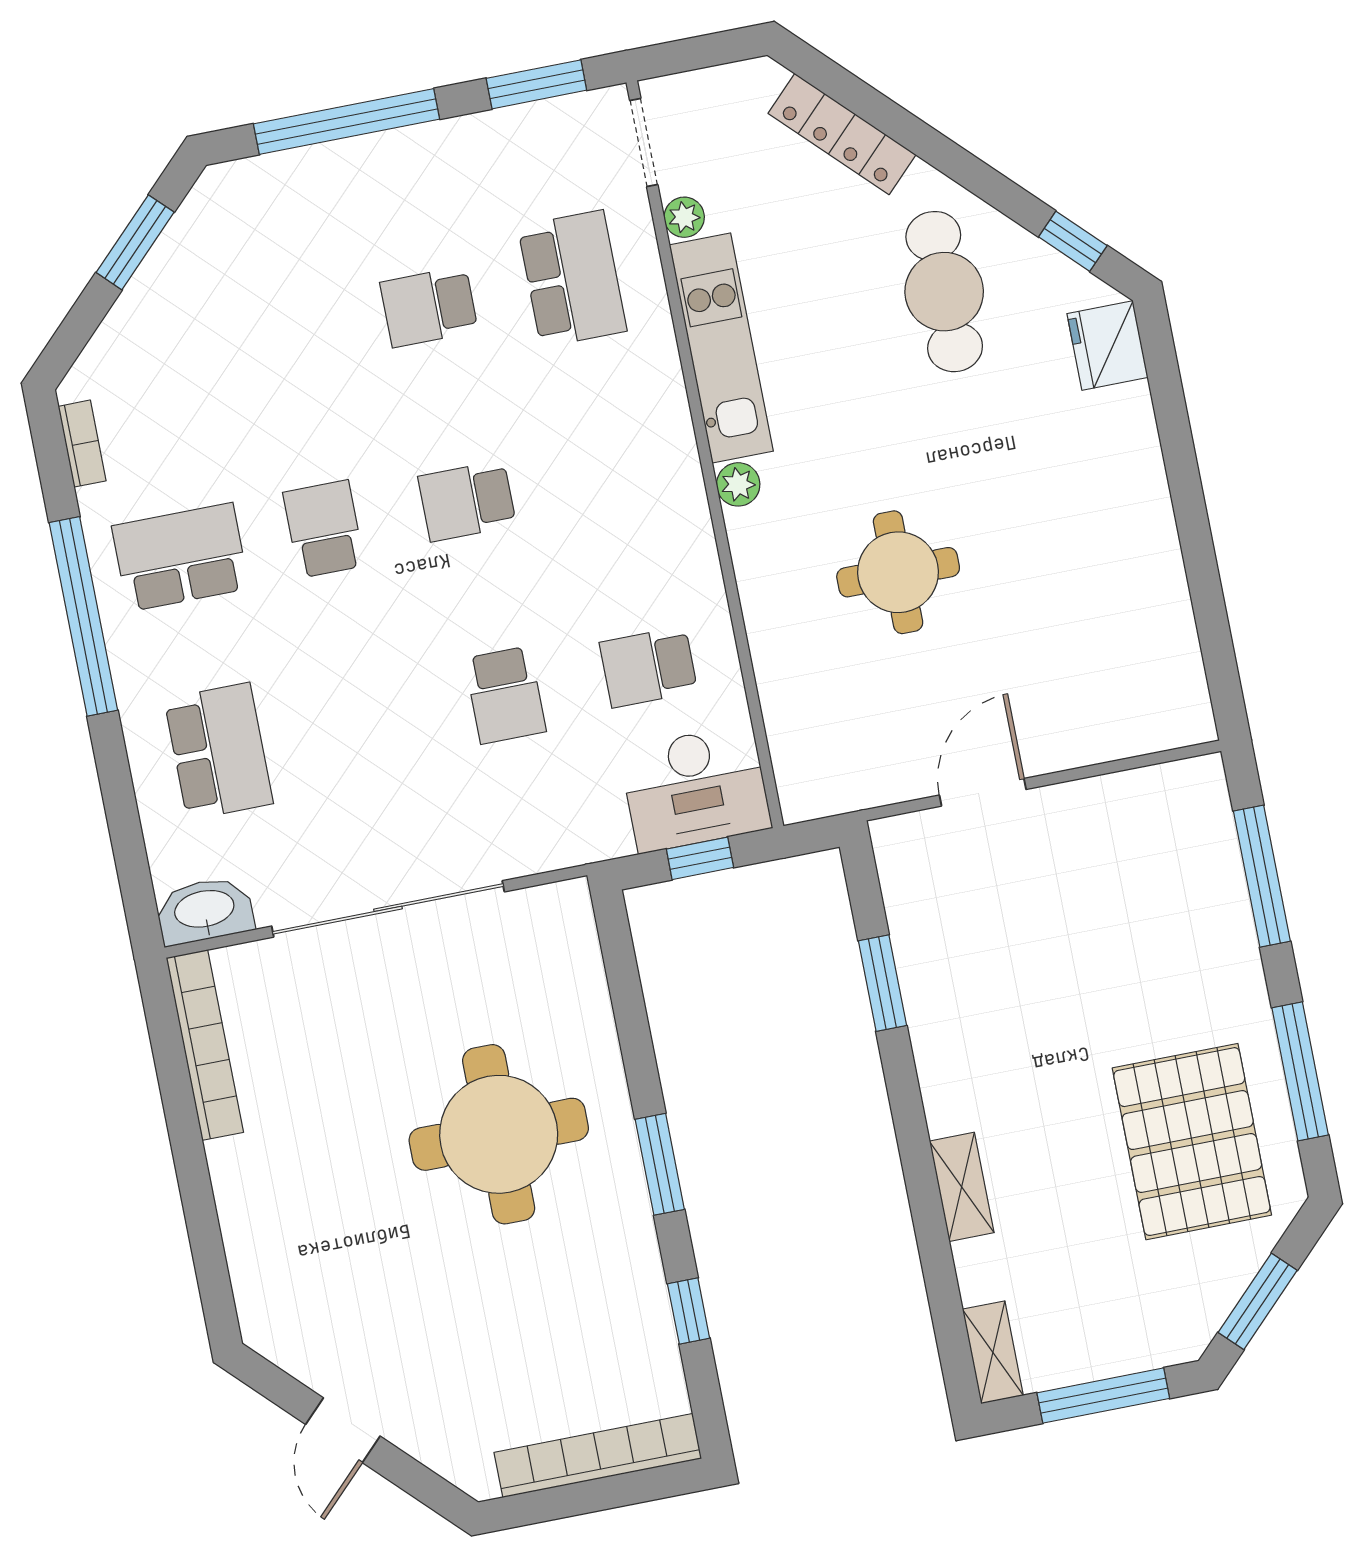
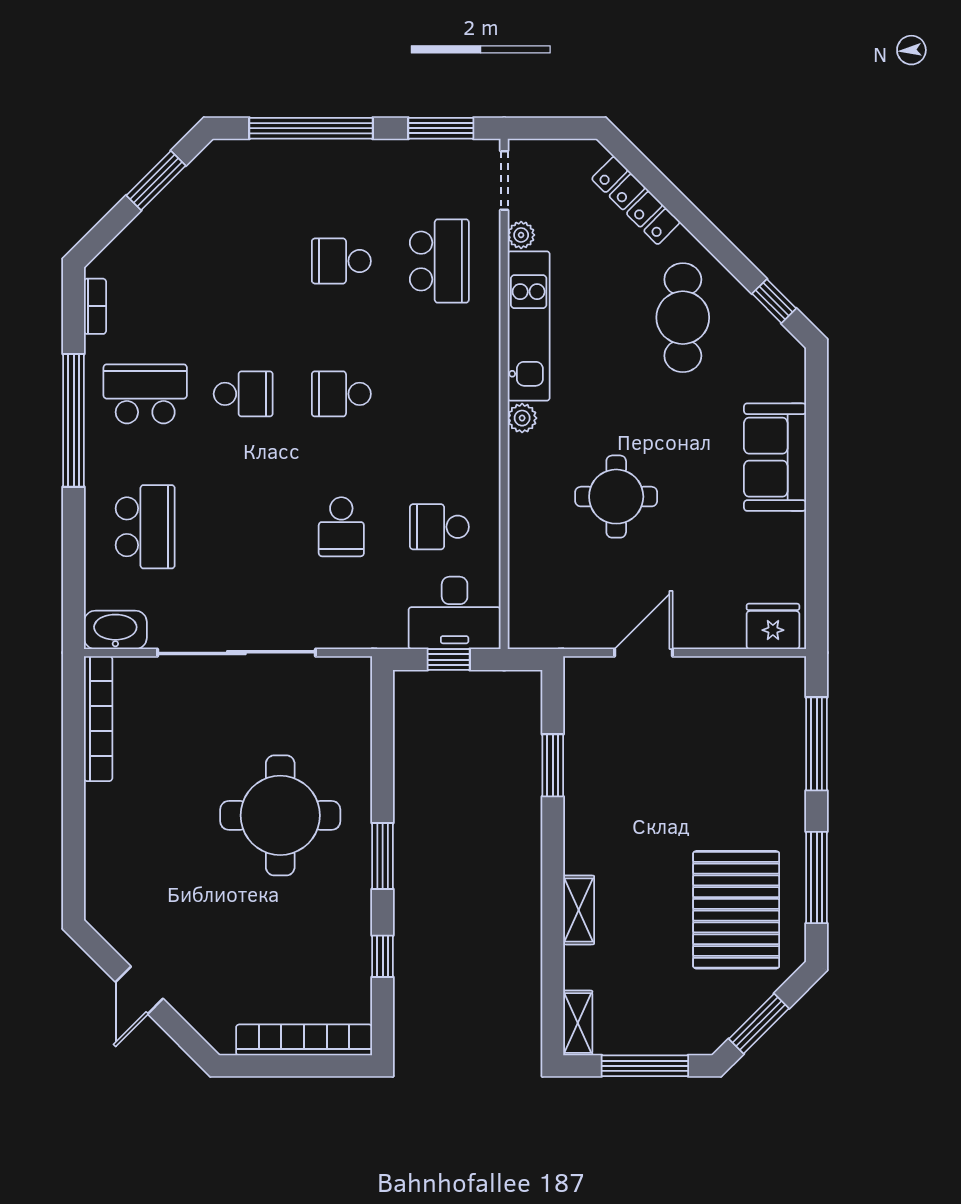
fridge: (1108, 346) -> (773, 626), moved, turned 90
sofa: (1119, 469) -> (775, 457), added
school desk: (324, 529) -> (243, 394), turned 90

